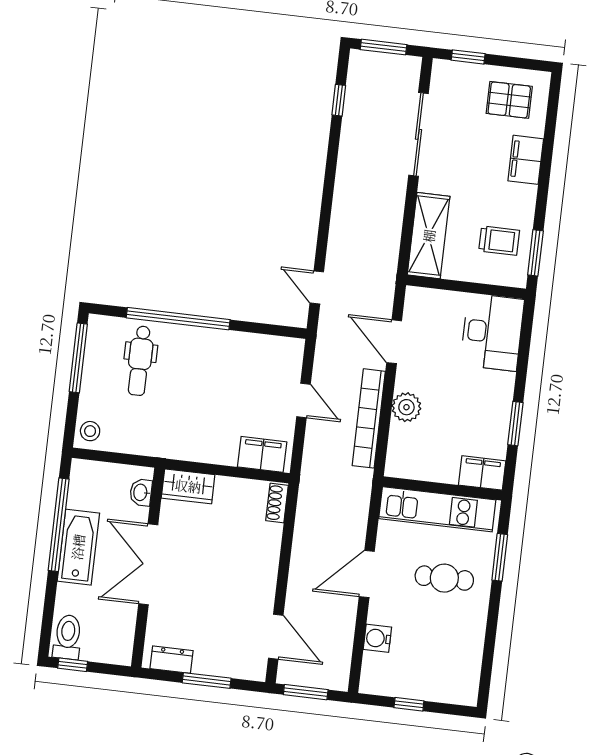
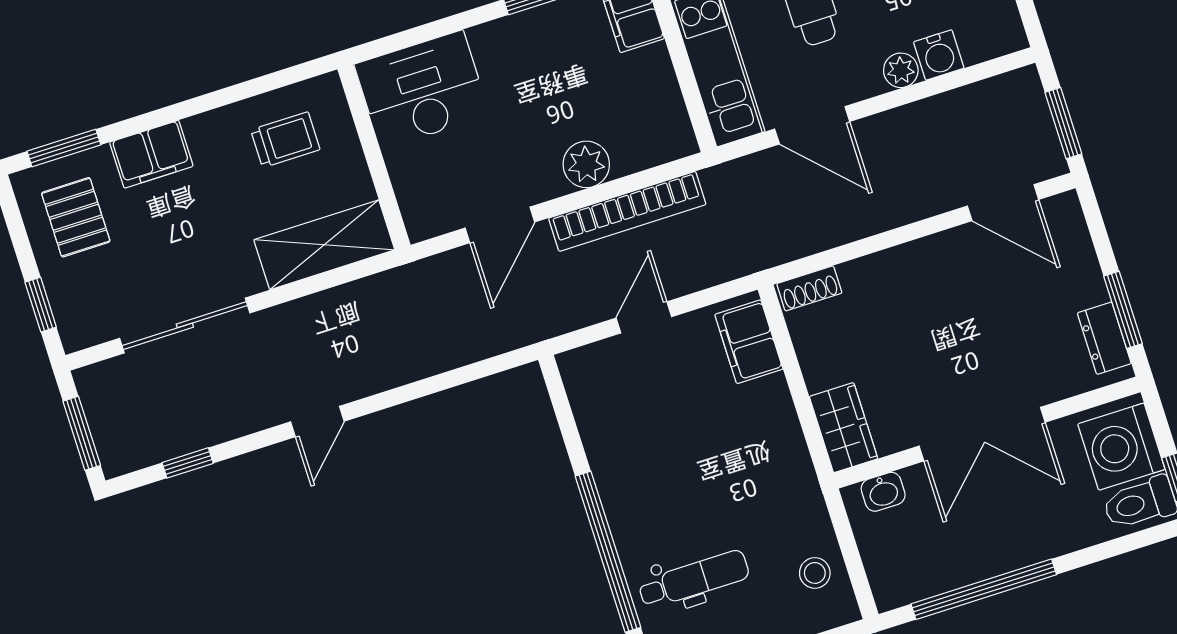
trolley: (499, 241) -> (285, 140), turned 90
window: (535, 253) -> (64, 148), moved
door: (317, 287) -> (317, 422), moved
stool: (90, 431) -> (815, 573), moved
bathtub: (78, 547) -> (1003, 546), removed
door: (367, 574) -> (812, 125), moved
plant: (379, 612) -> (901, 70), added
door: (276, 637) -> (1003, 203), swing flipped
washing machine: (105, 641) -> (1121, 447), added
window: (207, 681) -> (1123, 310), moved

